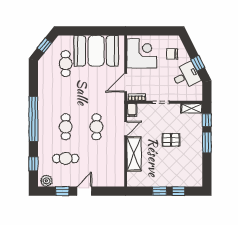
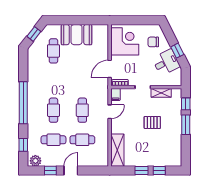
booth: (96, 51) -> (77, 35), width x0.73, depth x0.70
shelving: (192, 108) -> (161, 93), moved
shelving: (134, 154) -> (117, 150), moved
cafe table: (96, 158) -> (82, 140), added

